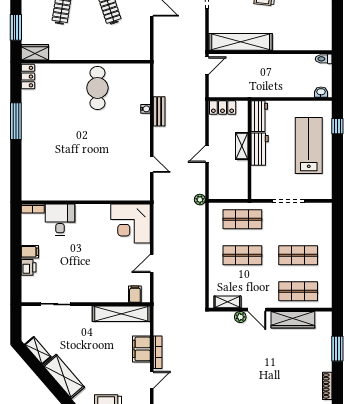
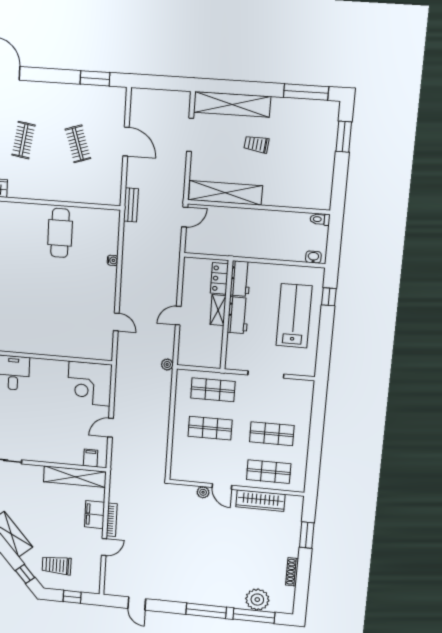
locker: (223, 108) -> (219, 278), moved, turned 90
bench: (159, 111) -> (131, 205), moved
shelving: (227, 302) -> (190, 475), removed

